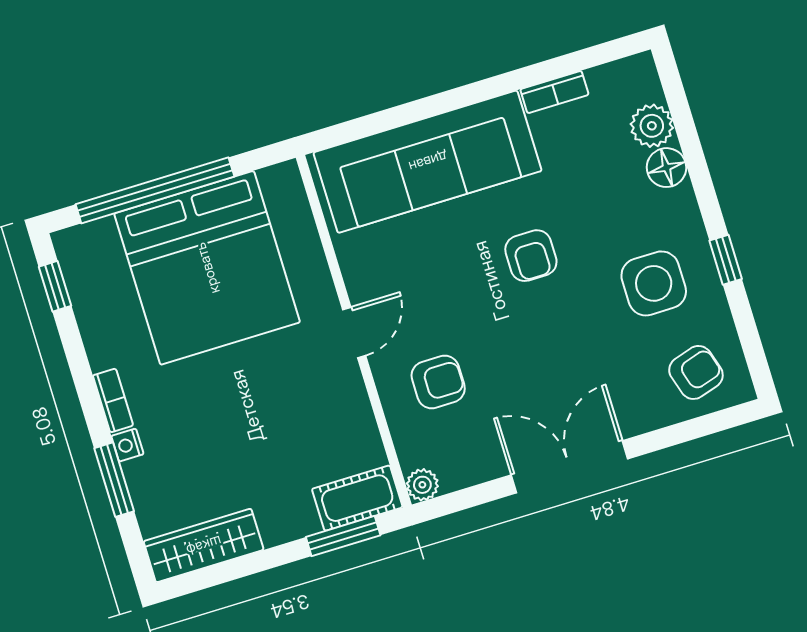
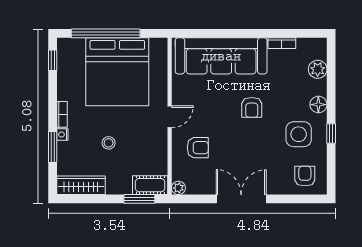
floor lamp: (667, 168) -> (318, 105), moved
armchair: (696, 372) -> (305, 176), turned -73
stool: (236, 432) -> (109, 143), added

